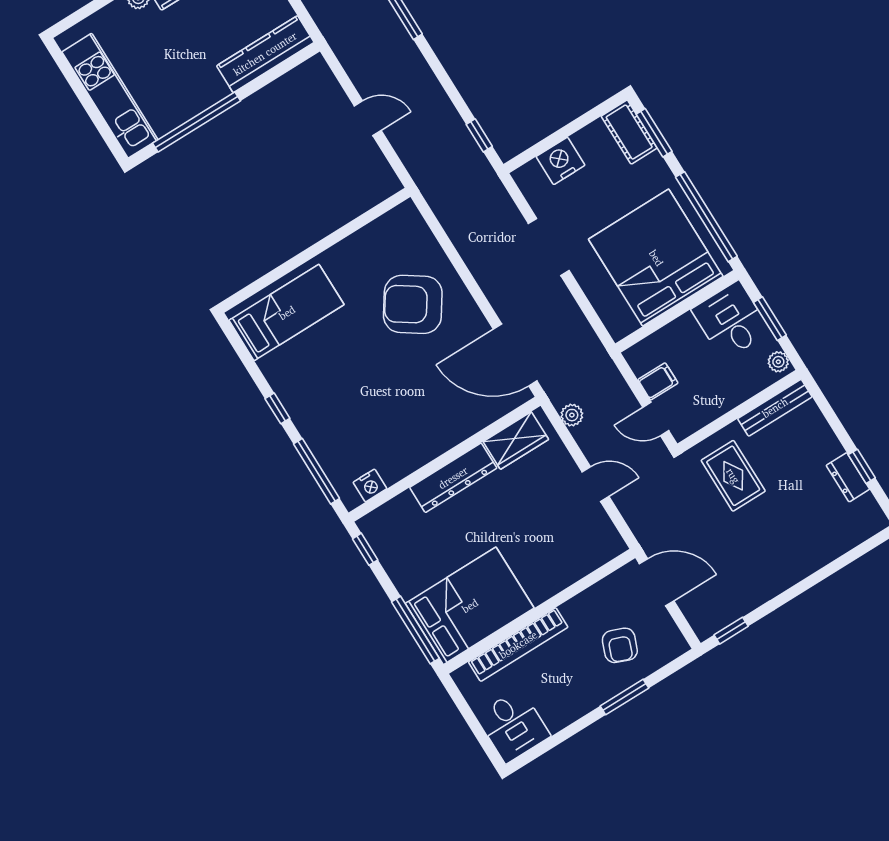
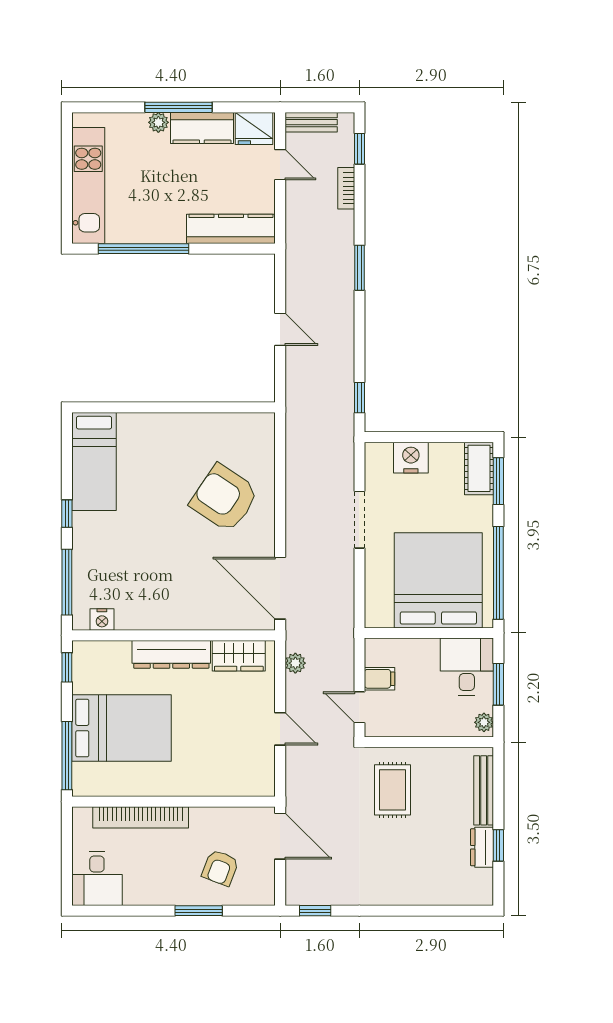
bed: (287, 313) -> (94, 461), moved, turned 90
bench: (775, 408) -> (484, 790), moved, turned 90
bed: (470, 606) -> (121, 728), moved

